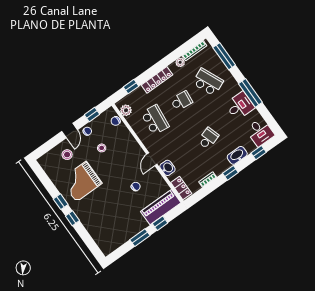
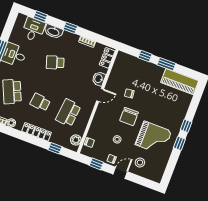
desk: (260, 132) -> (33, 29), moved
chair: (115, 172) -> (129, 116), added
piano: (161, 207) -> (180, 82), moved

